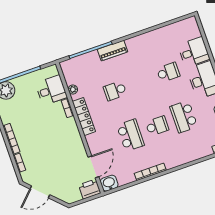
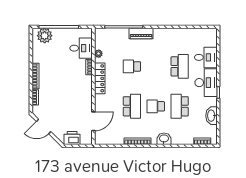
school desk: (168, 72) -> (180, 66), width x1.85
school desk: (157, 126) -> (156, 106), turned 180
washbasin: (109, 183) -> (164, 139), moved
printer: (90, 189) -> (72, 138), moved

